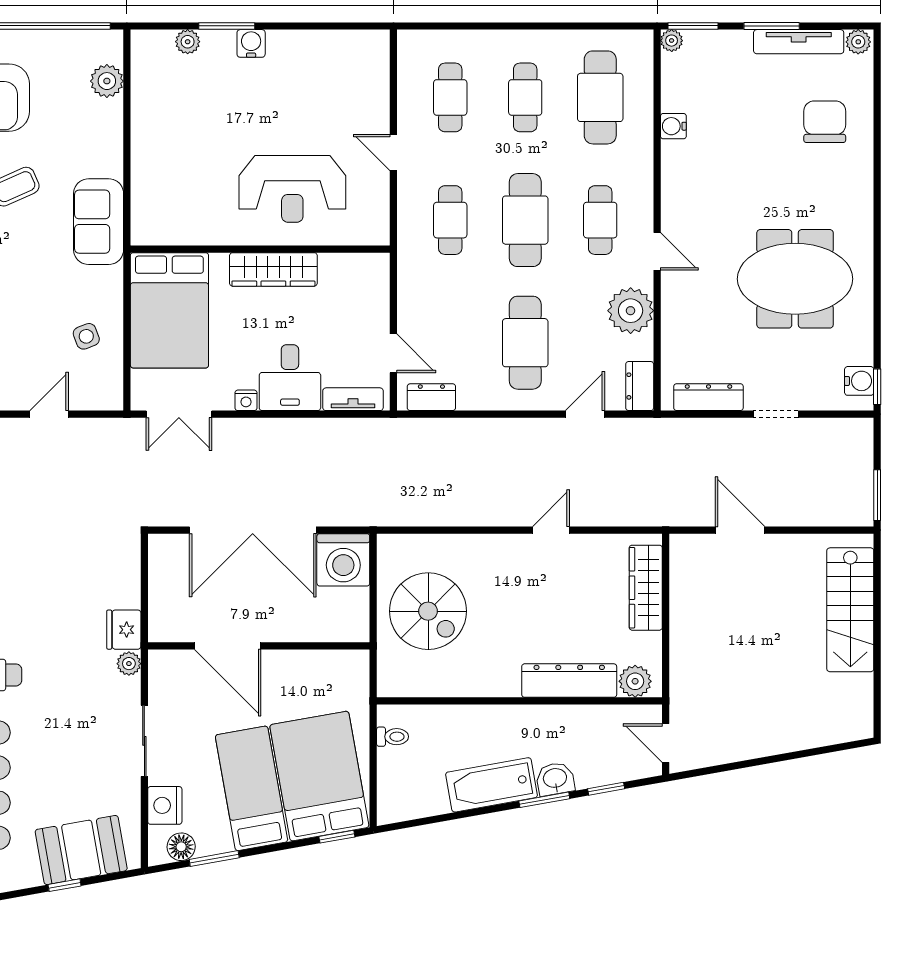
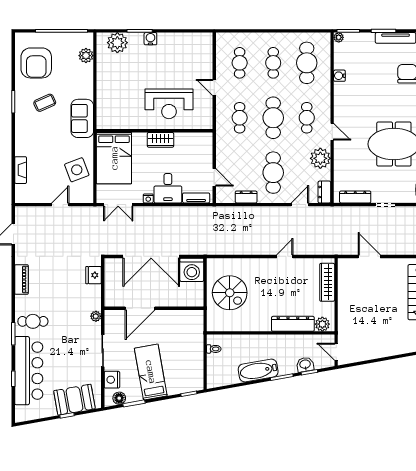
plant: (188, 42) -> (117, 43), width x1.88, depth x1.88
wardrobe: (273, 269) -> (160, 140), width x0.67
side table: (86, 336) -> (77, 170), width x1.87, depth x1.87
dresser: (431, 397) -> (246, 197), moved
fridge: (124, 630) -> (94, 275), moved
door: (228, 646) -> (140, 308), hinge flipped
bed: (319, 776) -> (181, 367), removed
washbasin: (555, 779) -> (305, 365), moved

